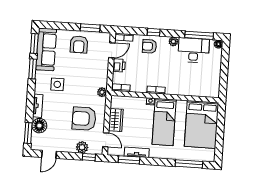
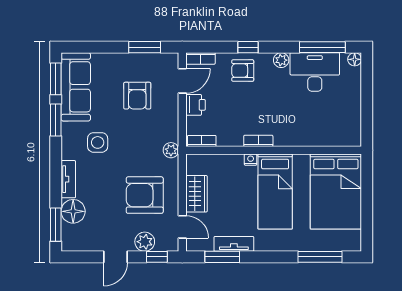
armchair: (79, 44) -> (137, 96), moved
door: (49, 154) -> (116, 257), moved

